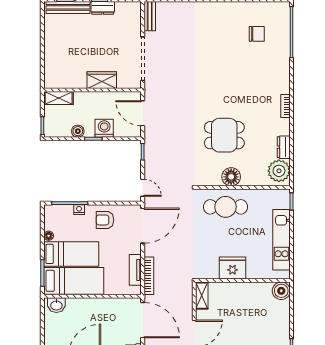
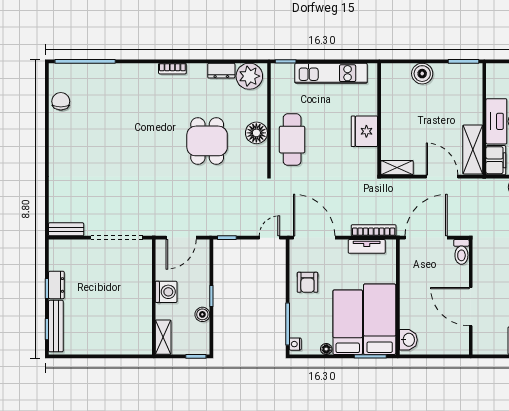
chair: (257, 34) -> (61, 101), moved
wardrobe: (102, 80) -> (142, 286), removed
washing machine: (104, 128) -> (166, 292), moved, turned 180
nightstand: (79, 210) -> (295, 344), moved
boiler: (281, 291) -> (422, 74), moved

